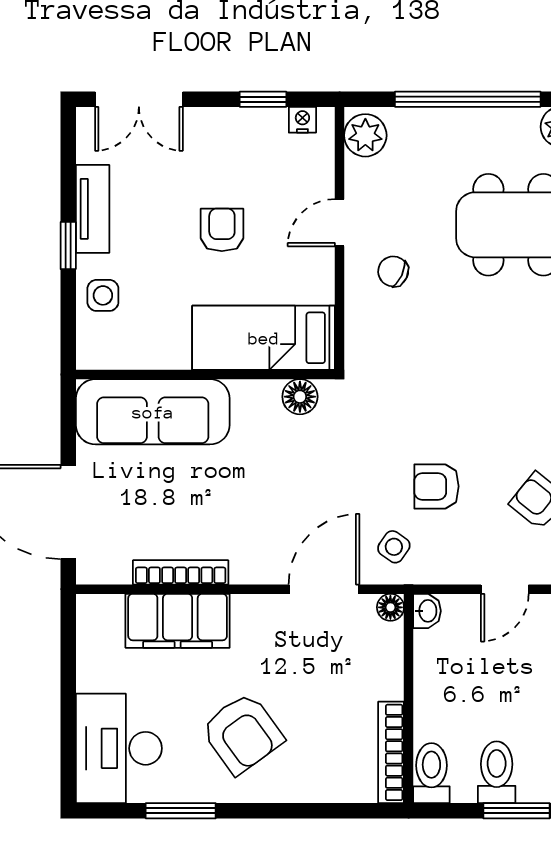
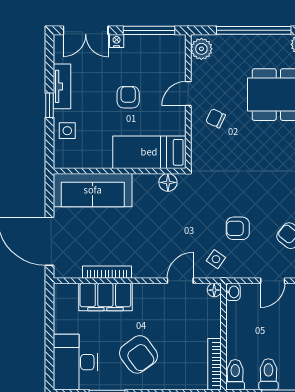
window: (263, 99) -> (149, 30), width x2.17
nightstand: (302, 120) -> (117, 41), moved
door: (324, 589) -> (180, 281), width x0.73

